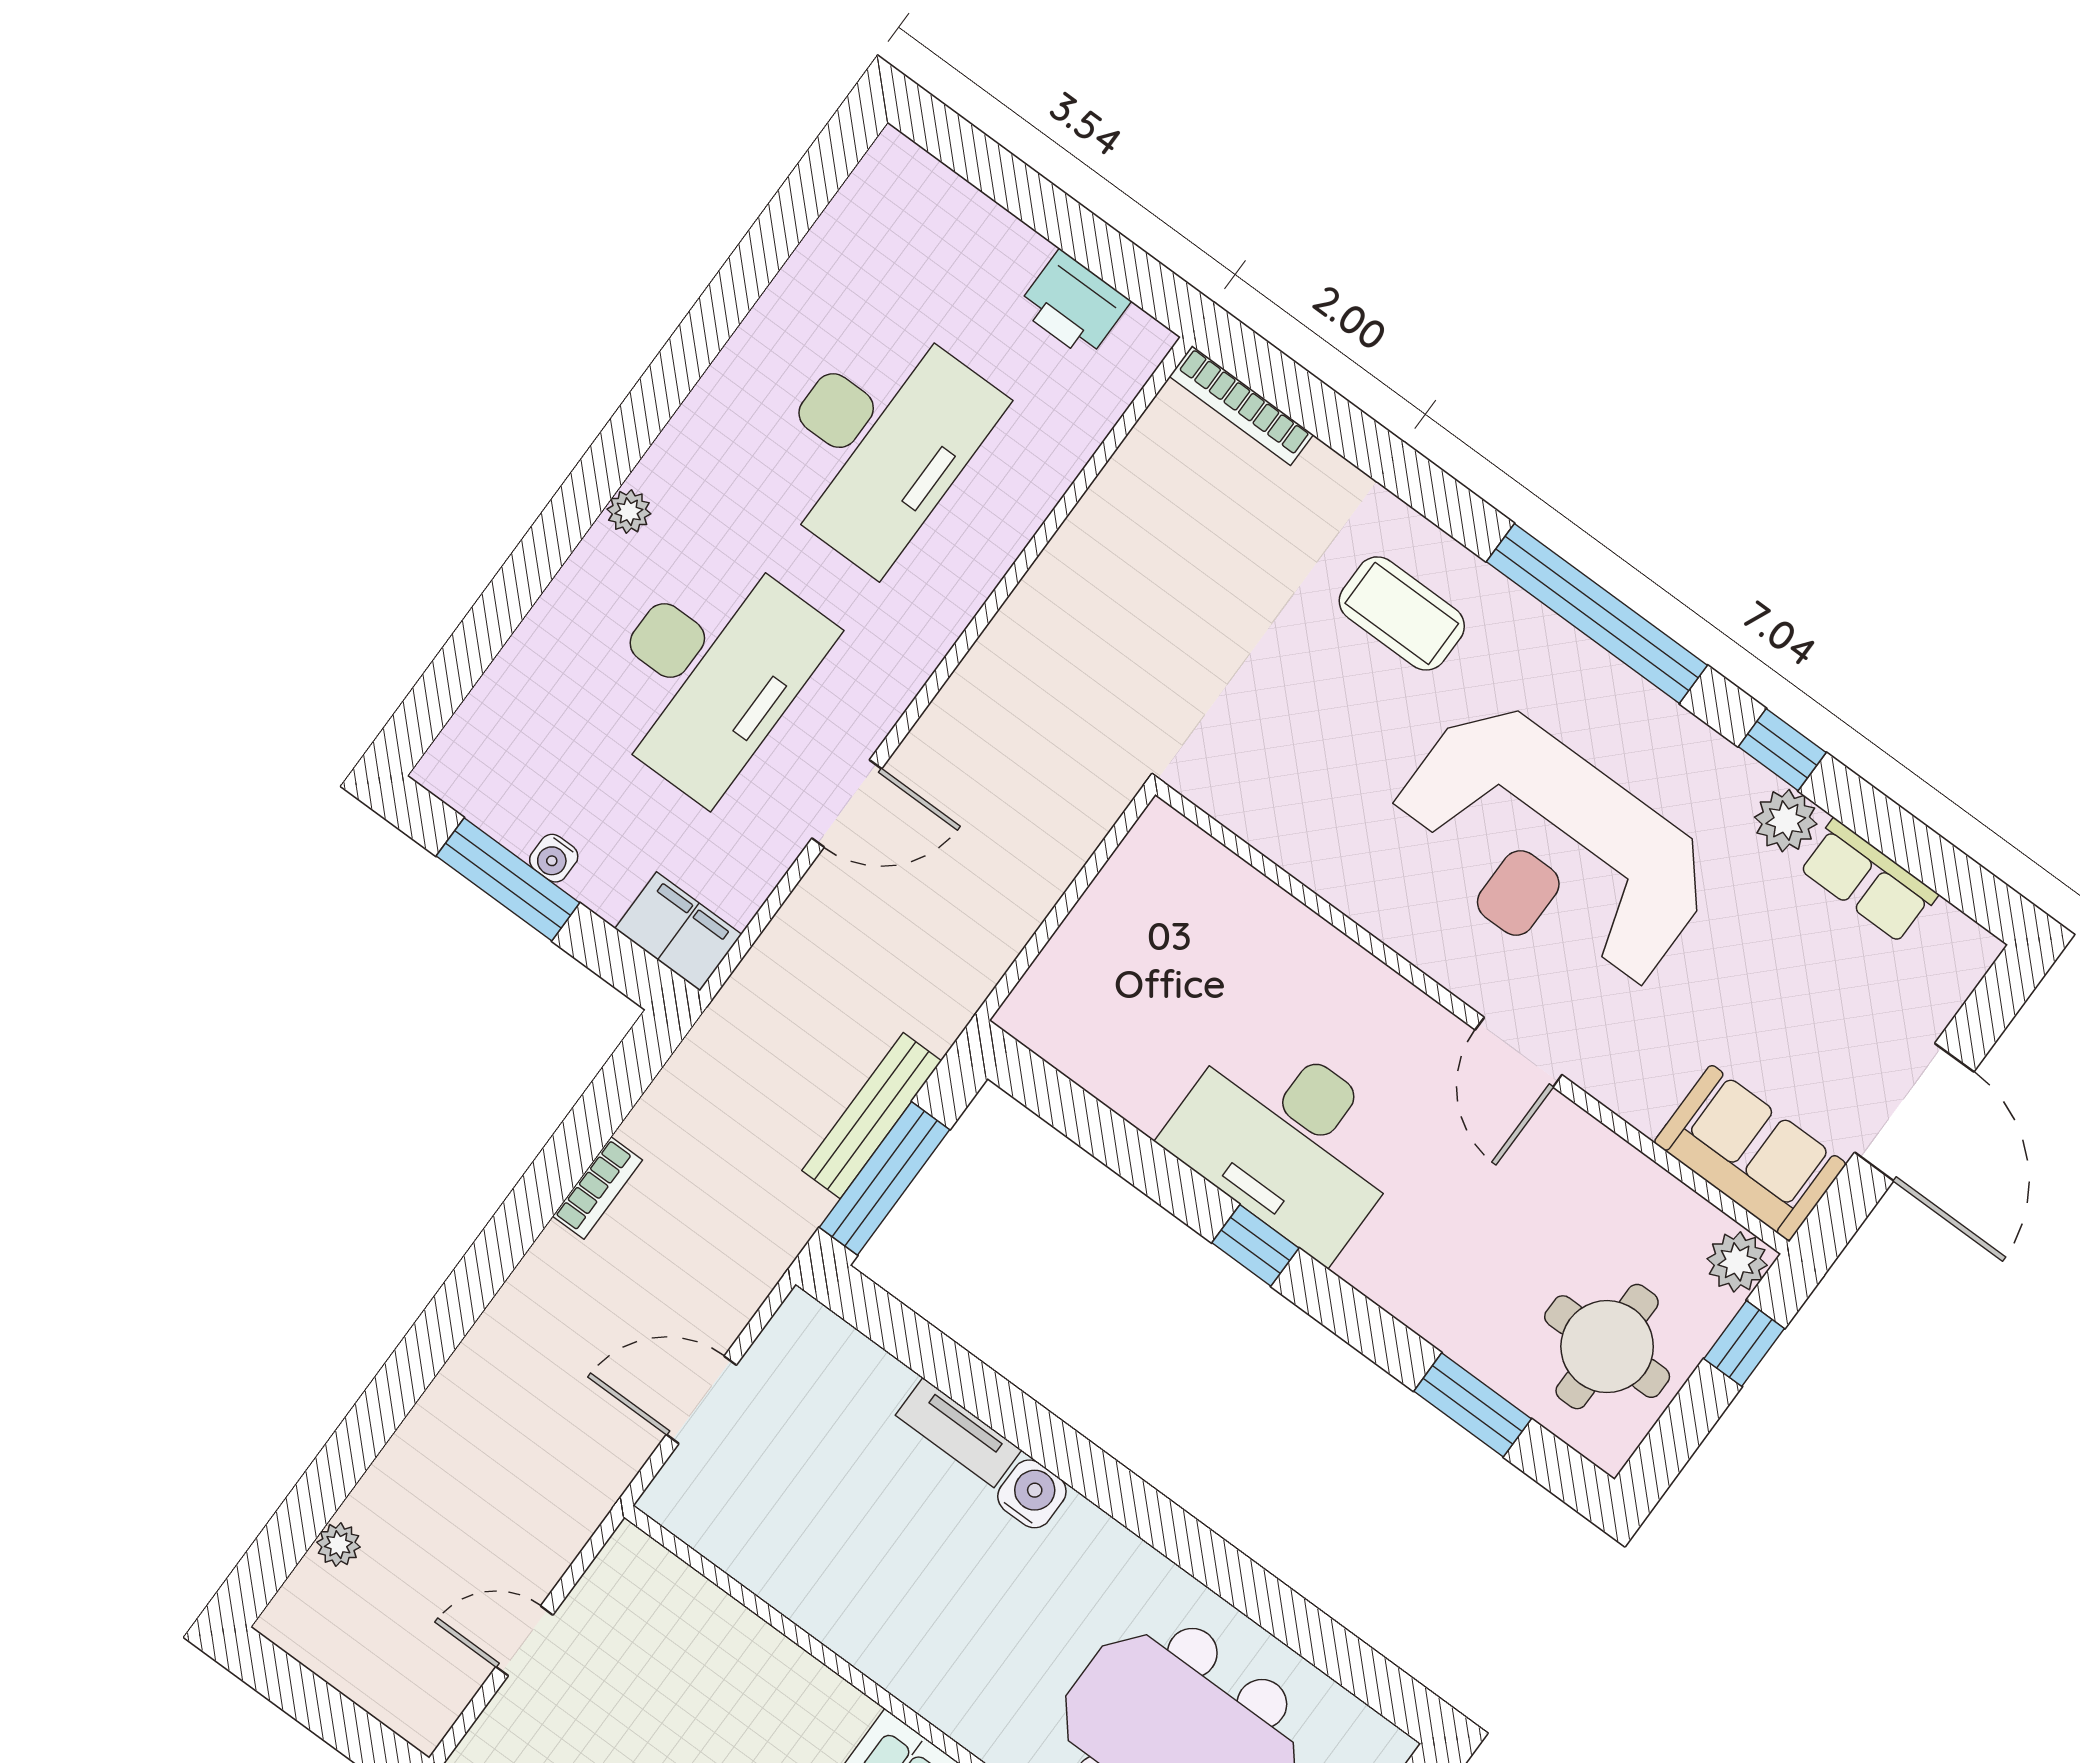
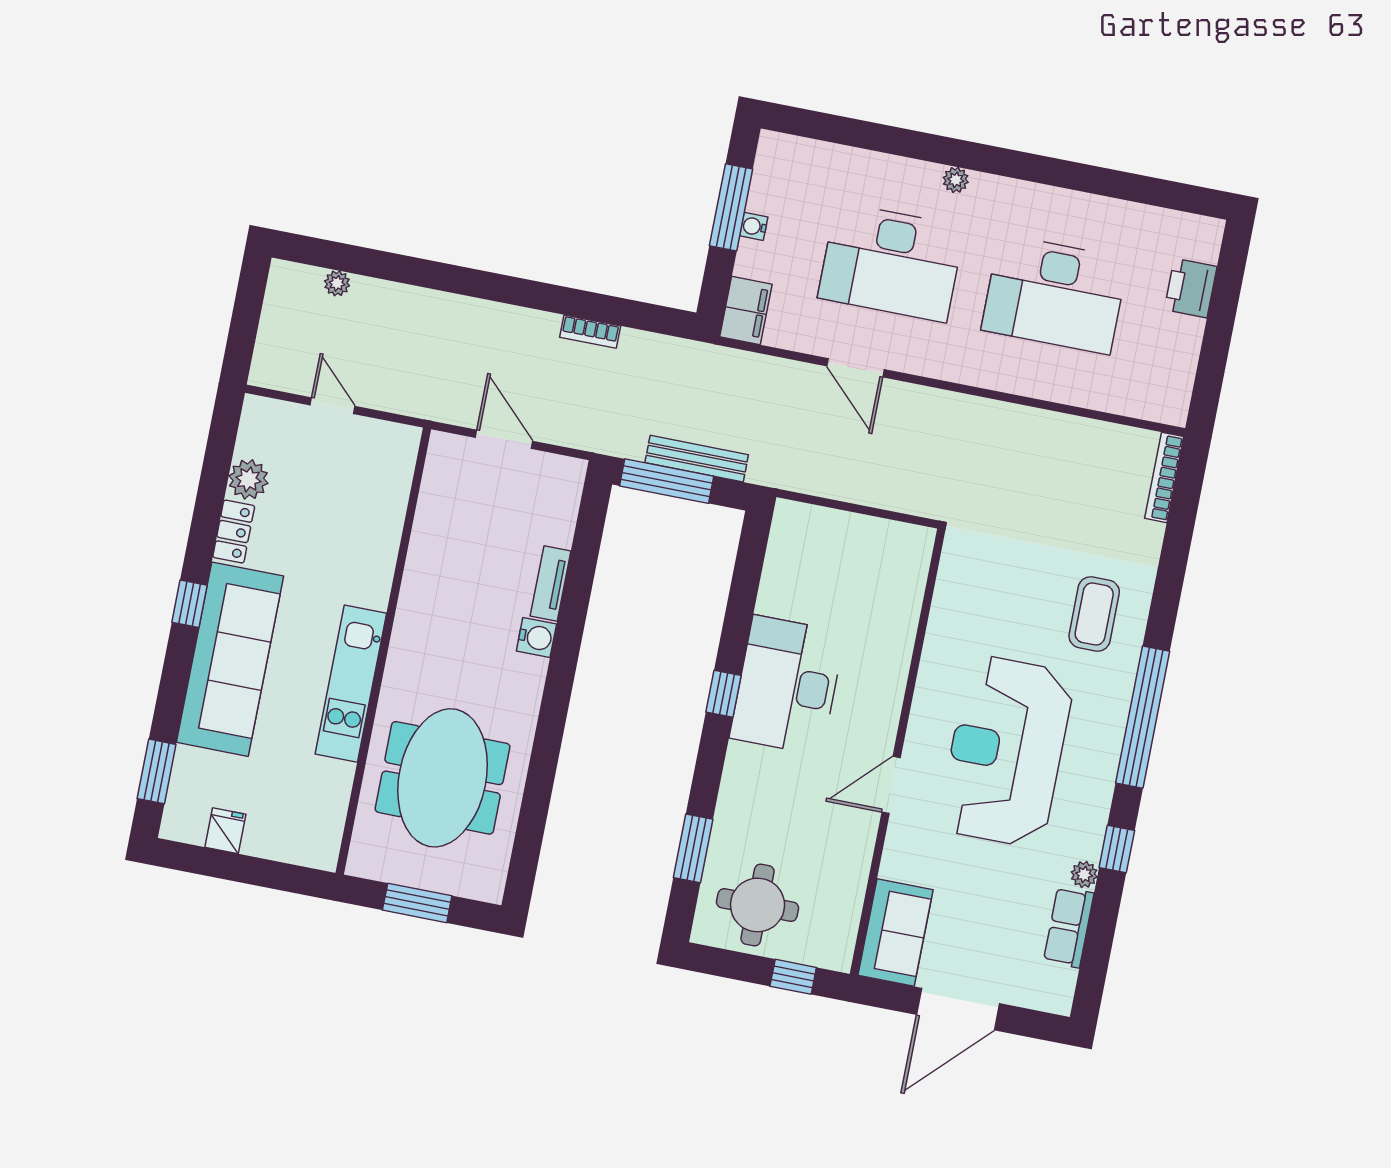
printer: (1074, 305) -> (1191, 288), moved
plant: (1786, 821) -> (1084, 874), width x0.73, depth x0.73
plant: (1737, 1262) -> (835, 953), removed

